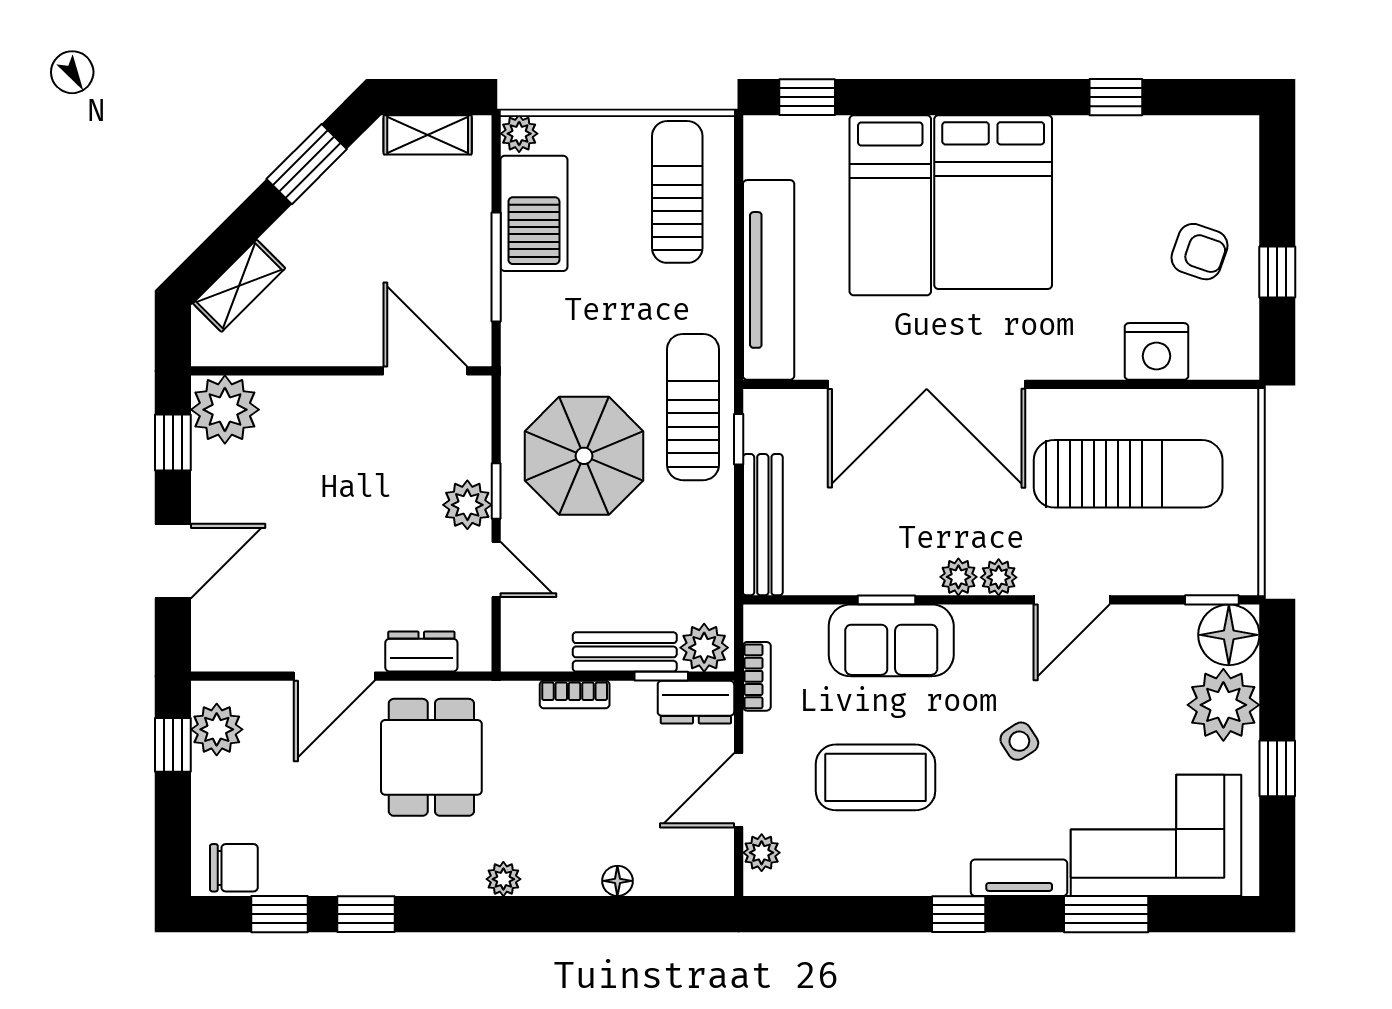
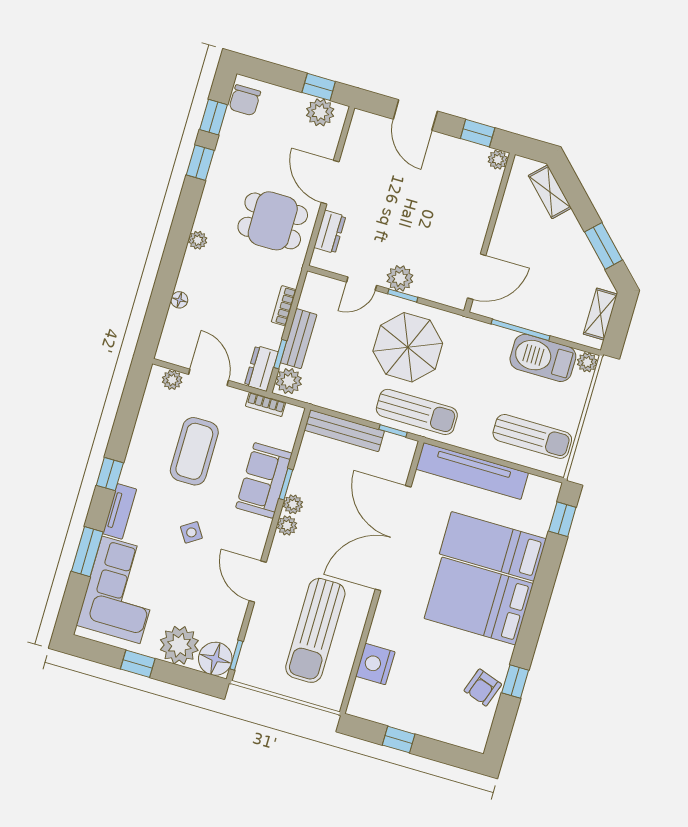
armchair: (1199, 252) -> (483, 687), moved
plant: (225, 410) -> (498, 160), width x0.53, depth x0.53
plant: (999, 577) -> (293, 504), moved

